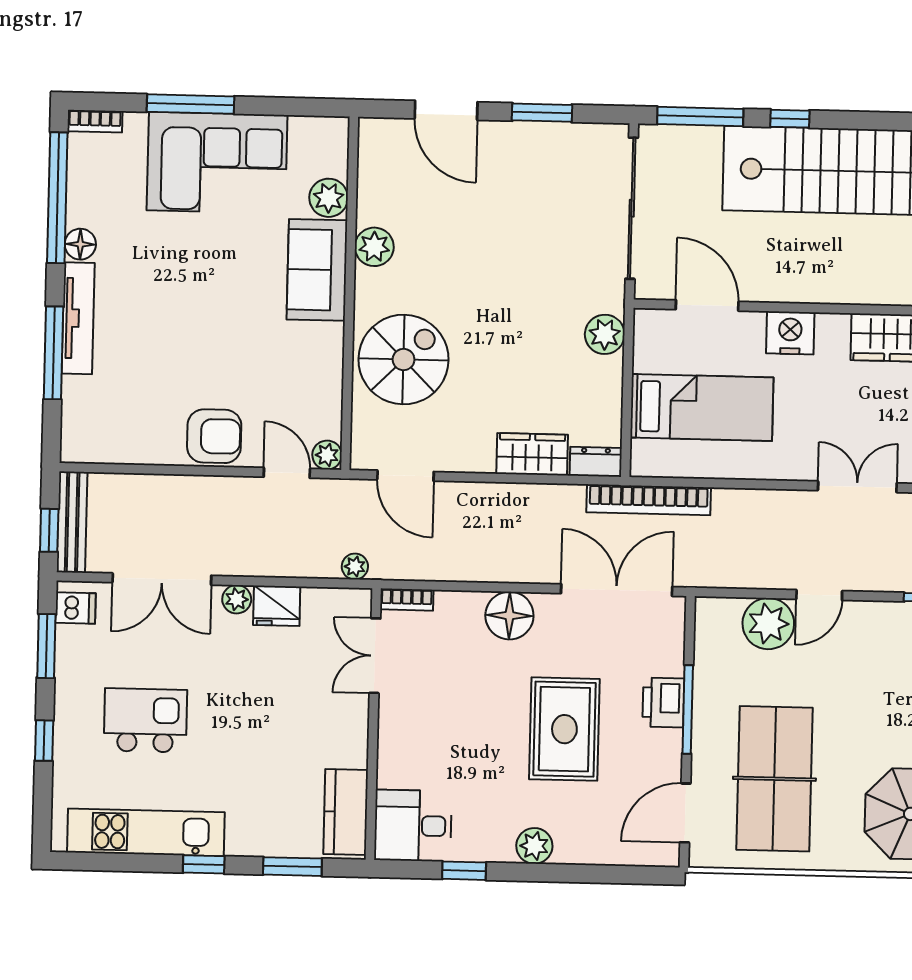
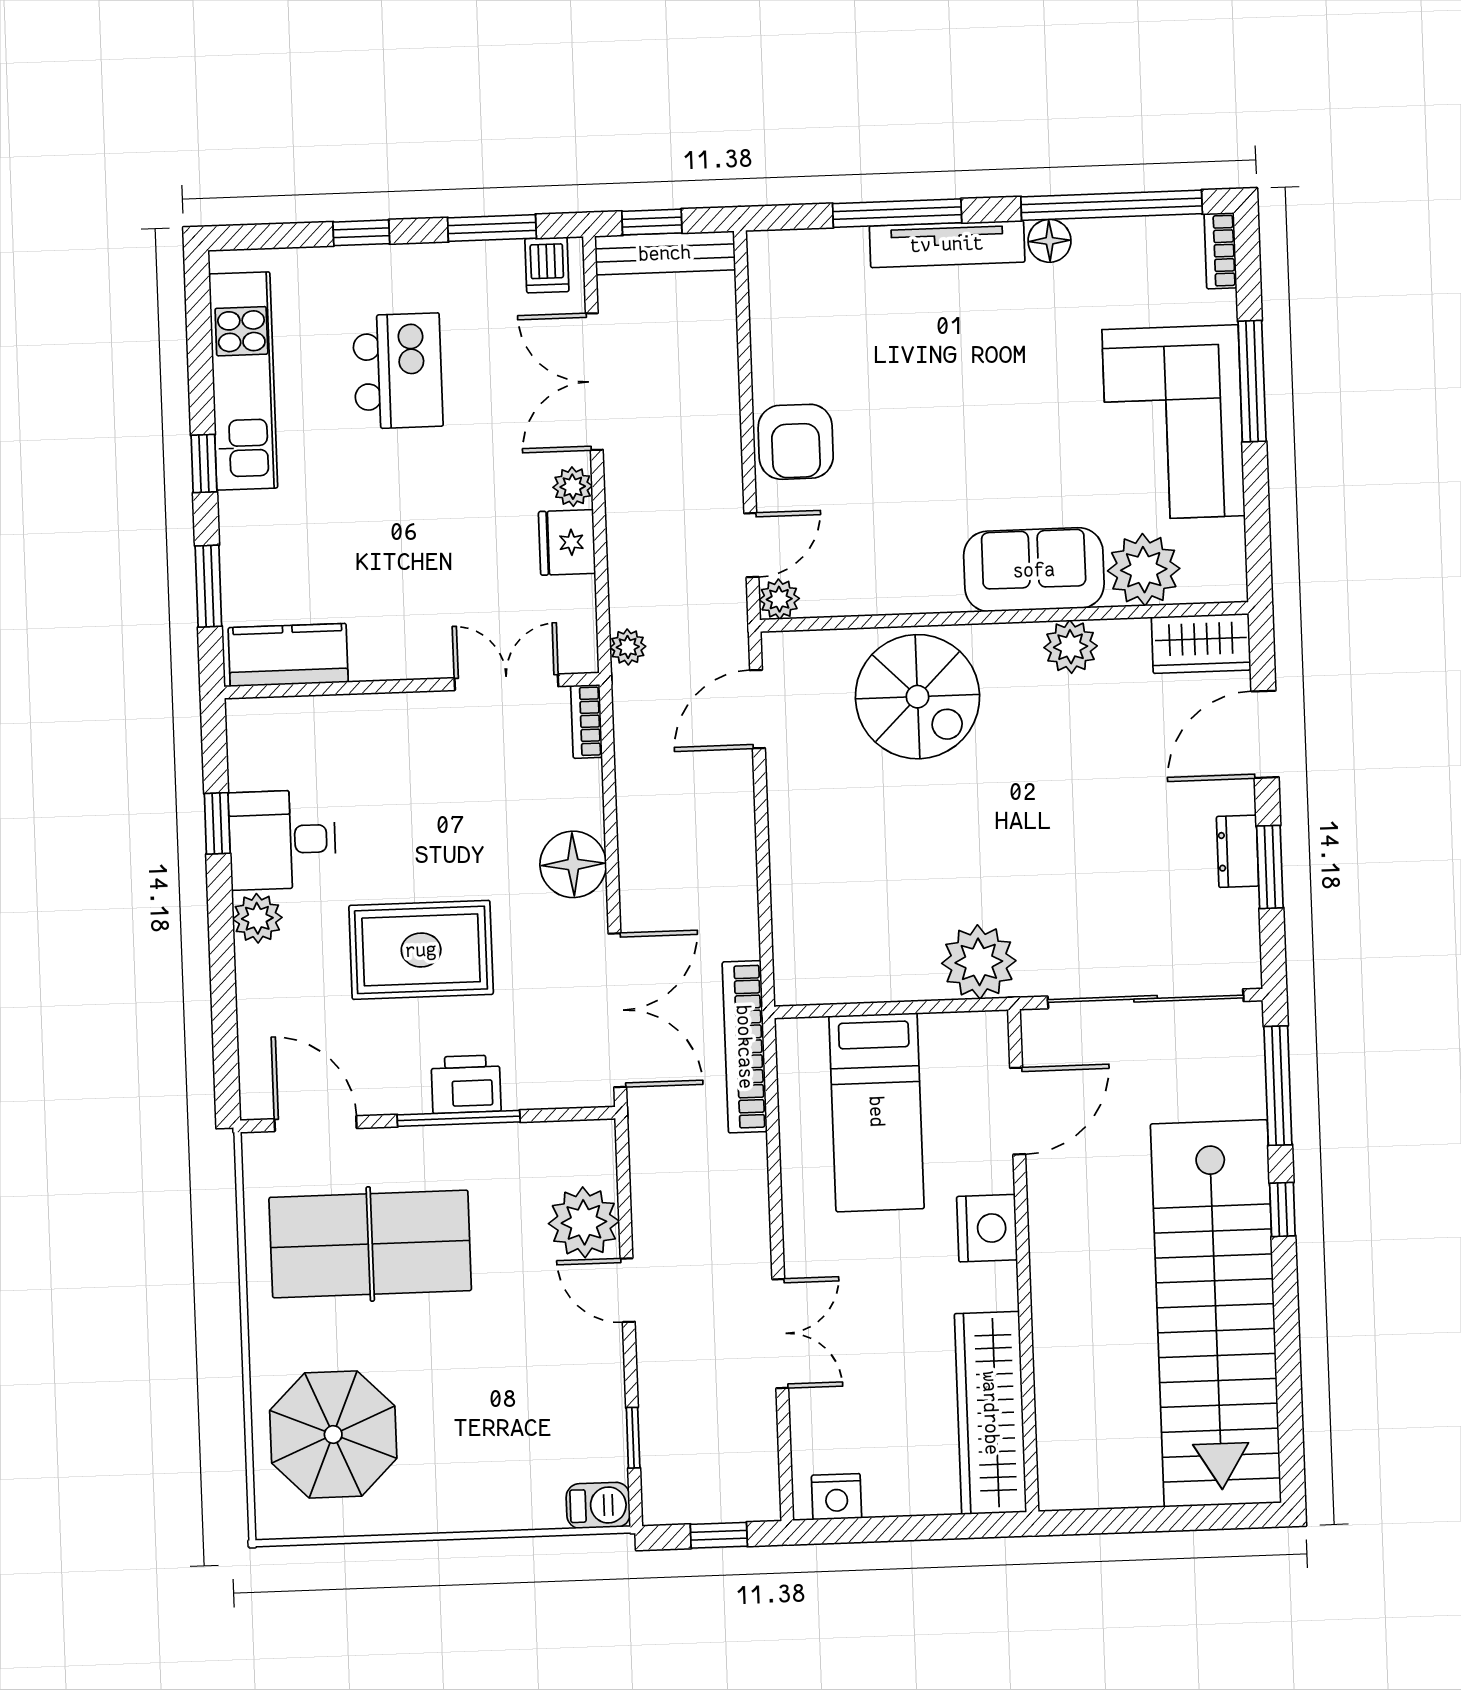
plant: (329, 198) -> (1144, 570), width x1.36, depth x1.36
plant: (605, 334) -> (979, 962), width x1.36, depth x1.36
wardrobe: (532, 454) -> (1201, 643), moved, turned 90
dresser: (596, 462) -> (1238, 851), moved, turned 180
desk: (413, 826) -> (282, 840), moved, turned -90

